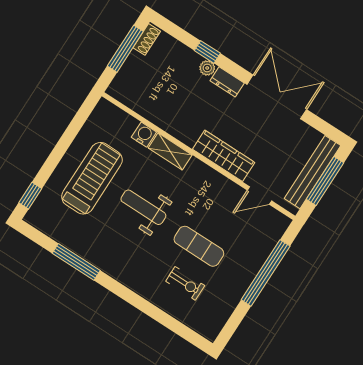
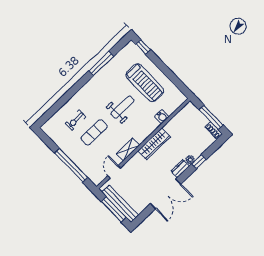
shelving: (170, 151) -> (128, 150), moved
wardrobe: (224, 156) -> (154, 144), moved

